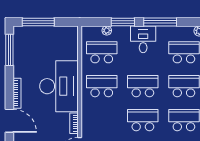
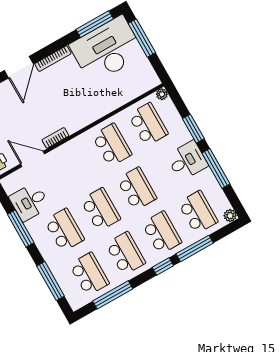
plant: (107, 30) -> (162, 94), moved
desk: (59, 86) -> (107, 50), moved, turned 180

